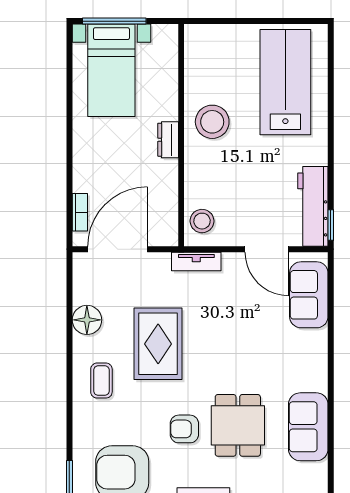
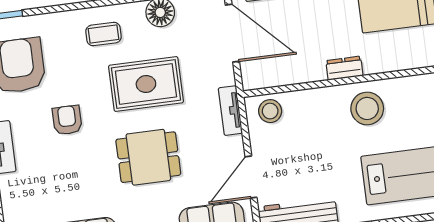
dining table: (238, 425) -> (148, 157), moved

